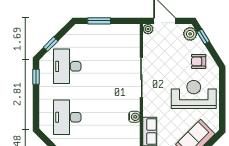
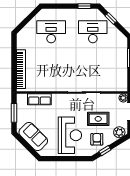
window: (203, 37) -> (105, 151), moved
rug: (174, 60) -> (98, 119), added
water cooler: (134, 117) -> (52, 87), removed

